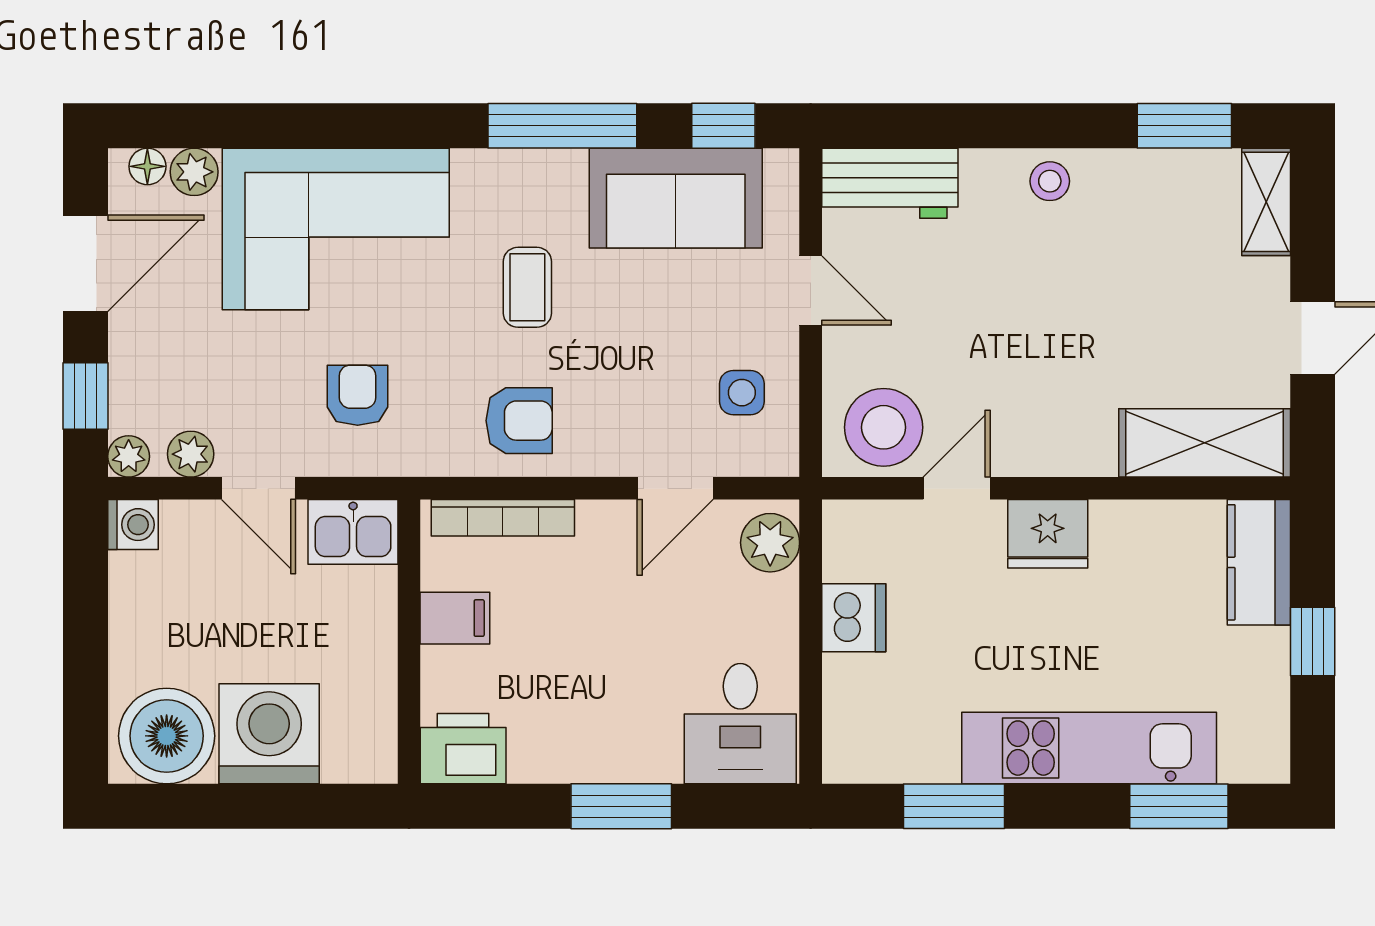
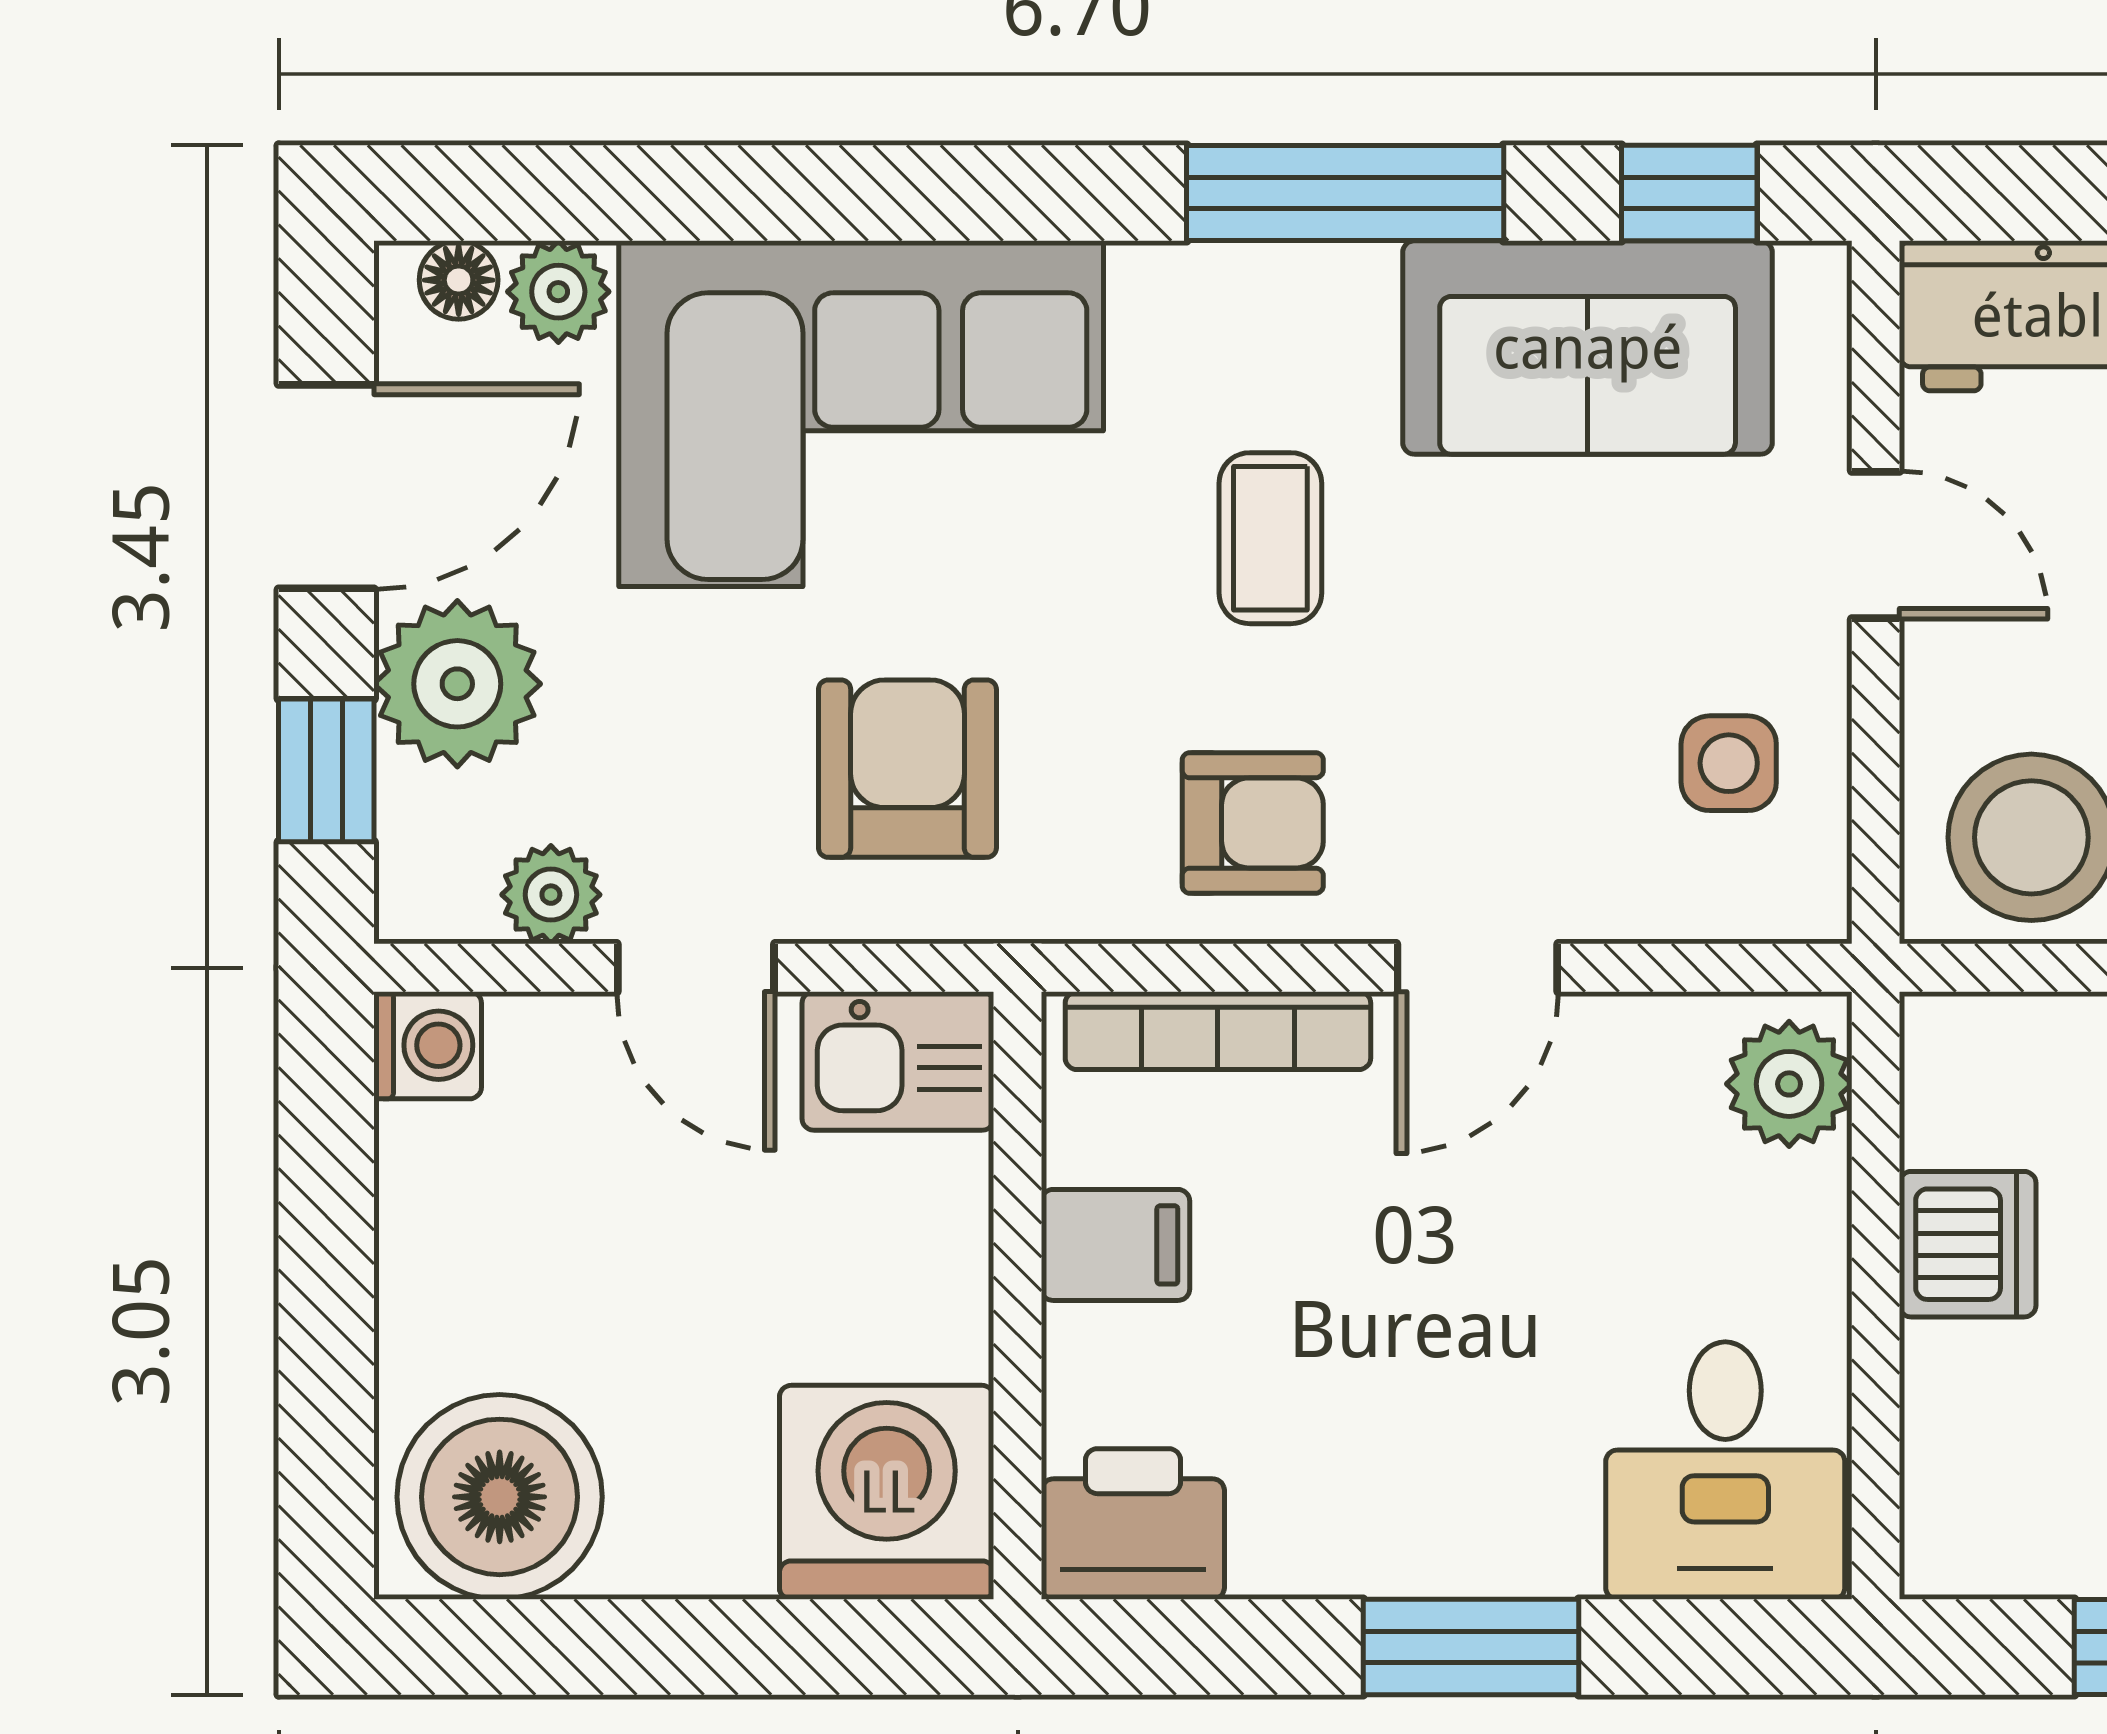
armchair: (358, 395) -> (907, 769), width x1.38, depth x1.38
plant: (129, 456) -> (457, 684), moved, width x1.87, depth x1.87
door: (675, 488) -> (1477, 968), moved
washing machine: (269, 734) -> (887, 1492), moved

